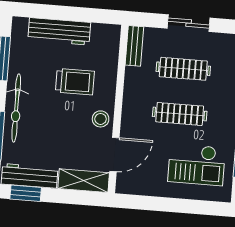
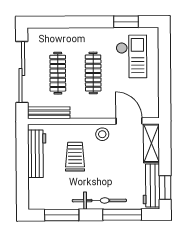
sliding door: (189, 23) -> (22, 72), width x1.86
workbench: (59, 31) -> (37, 154), moved
bench: (134, 46) -> (49, 113), width x1.36

